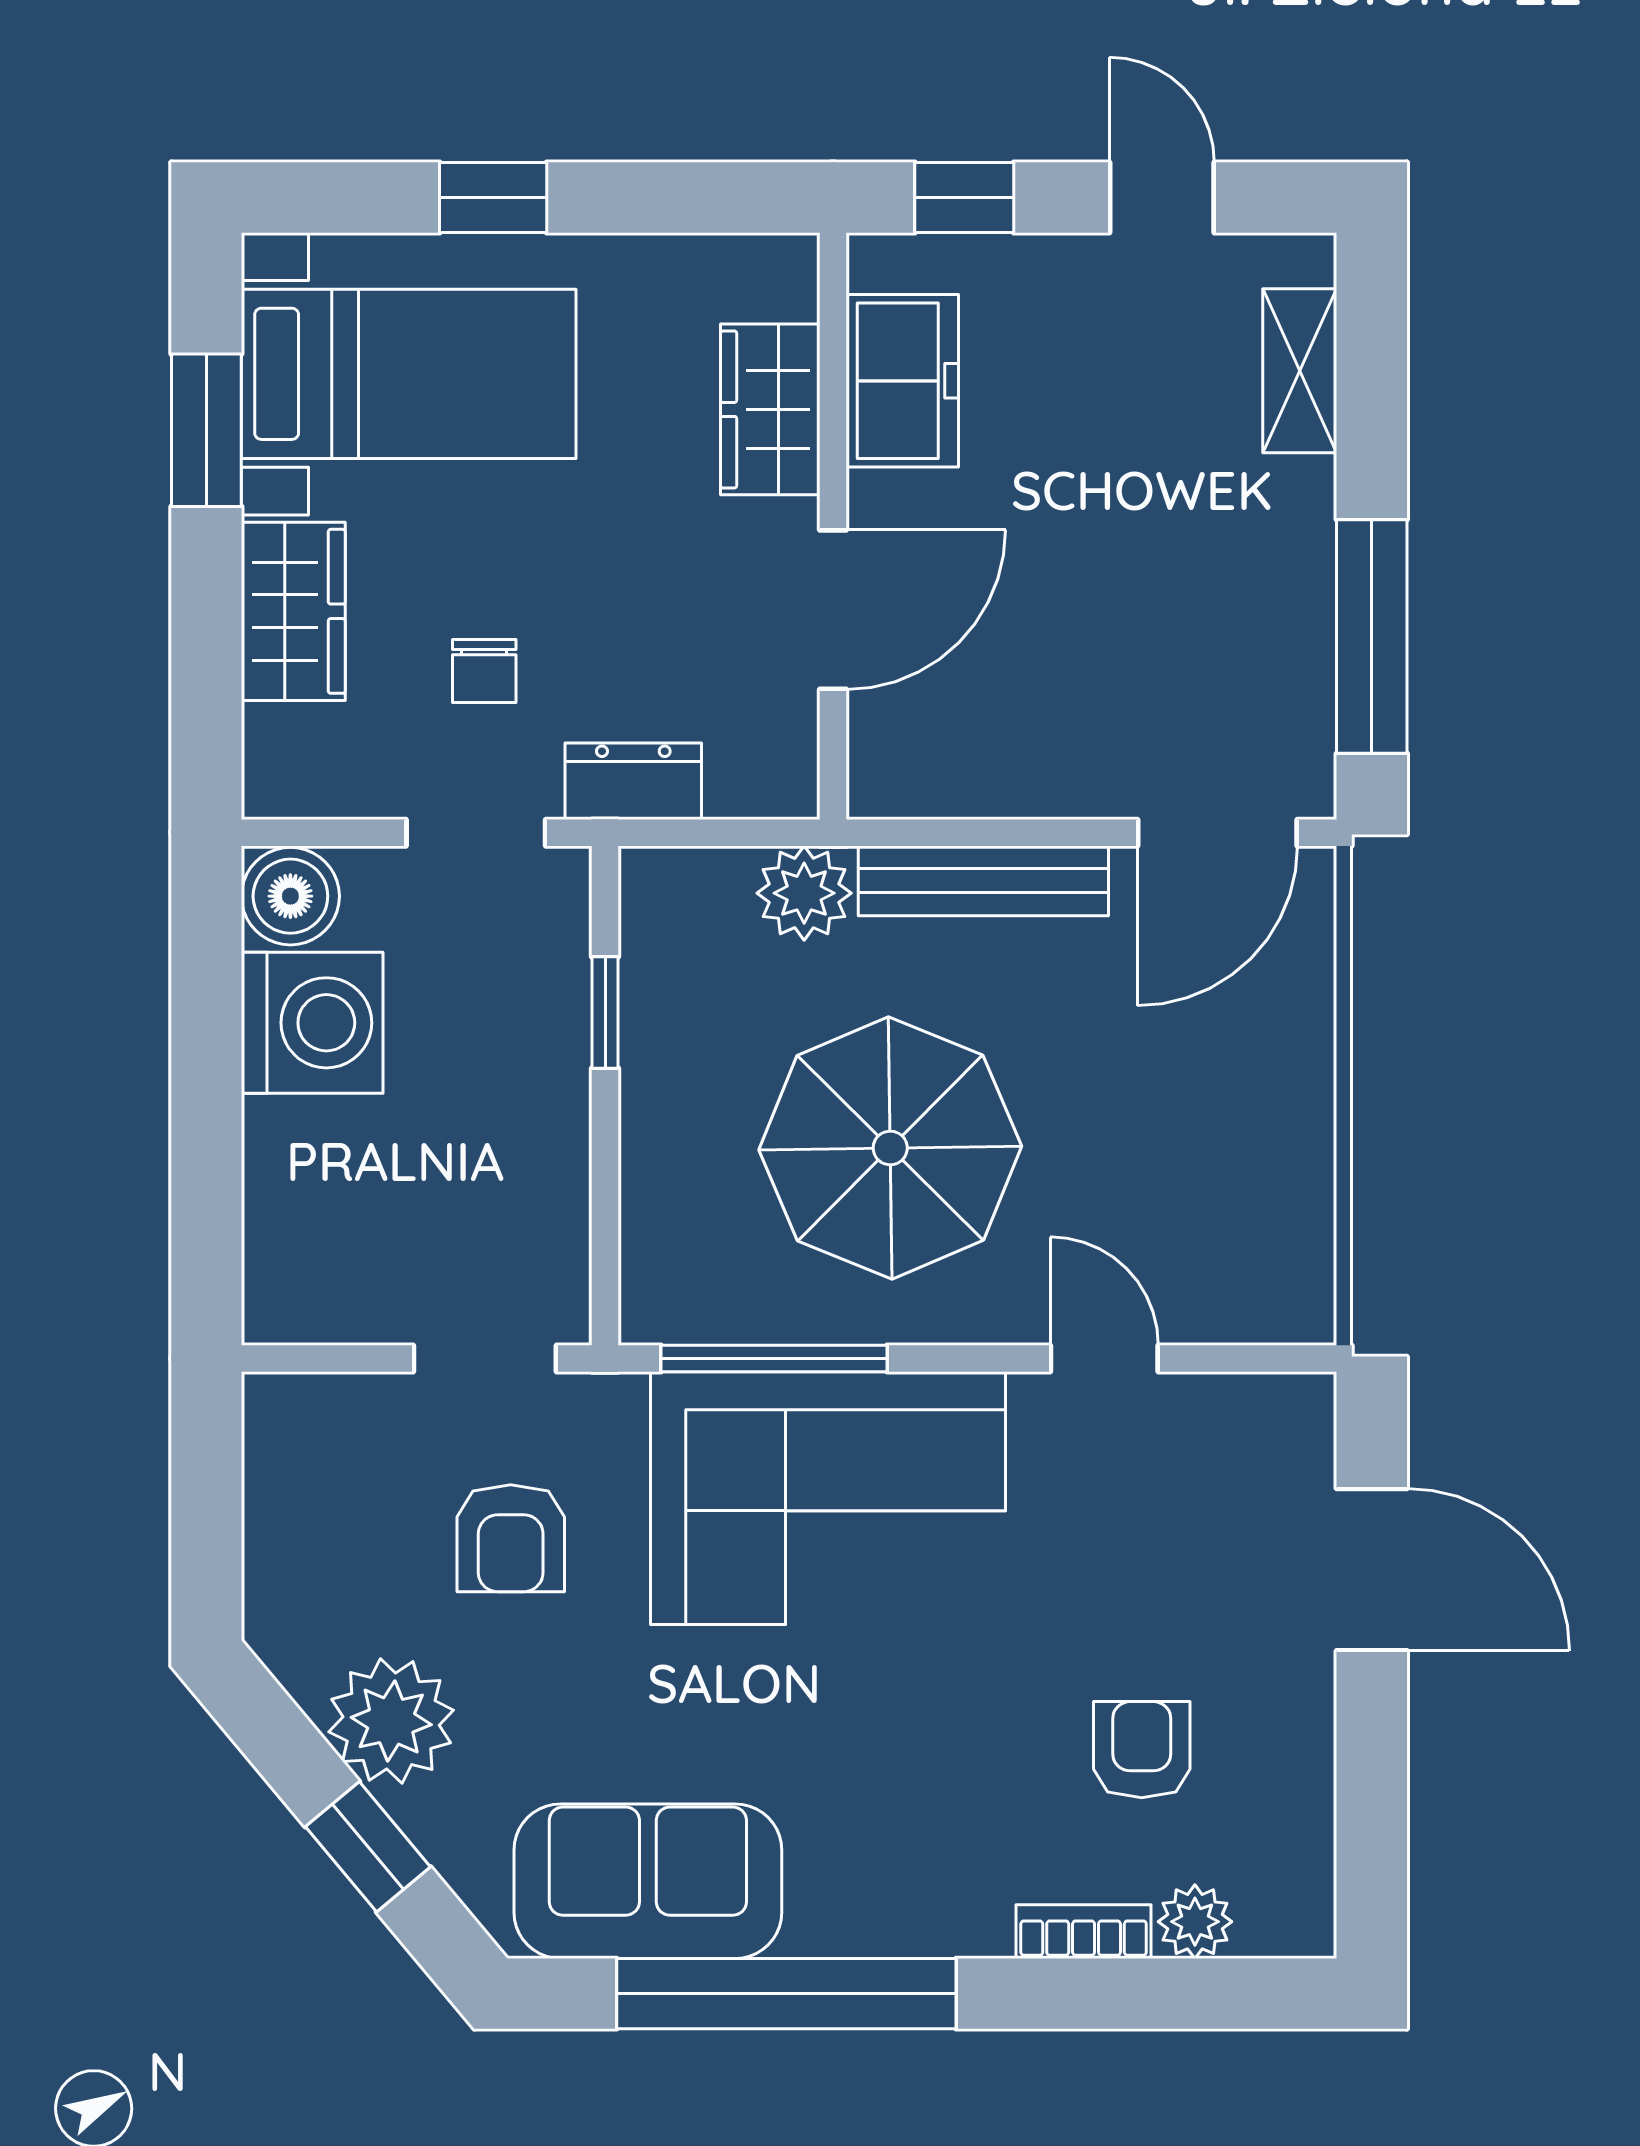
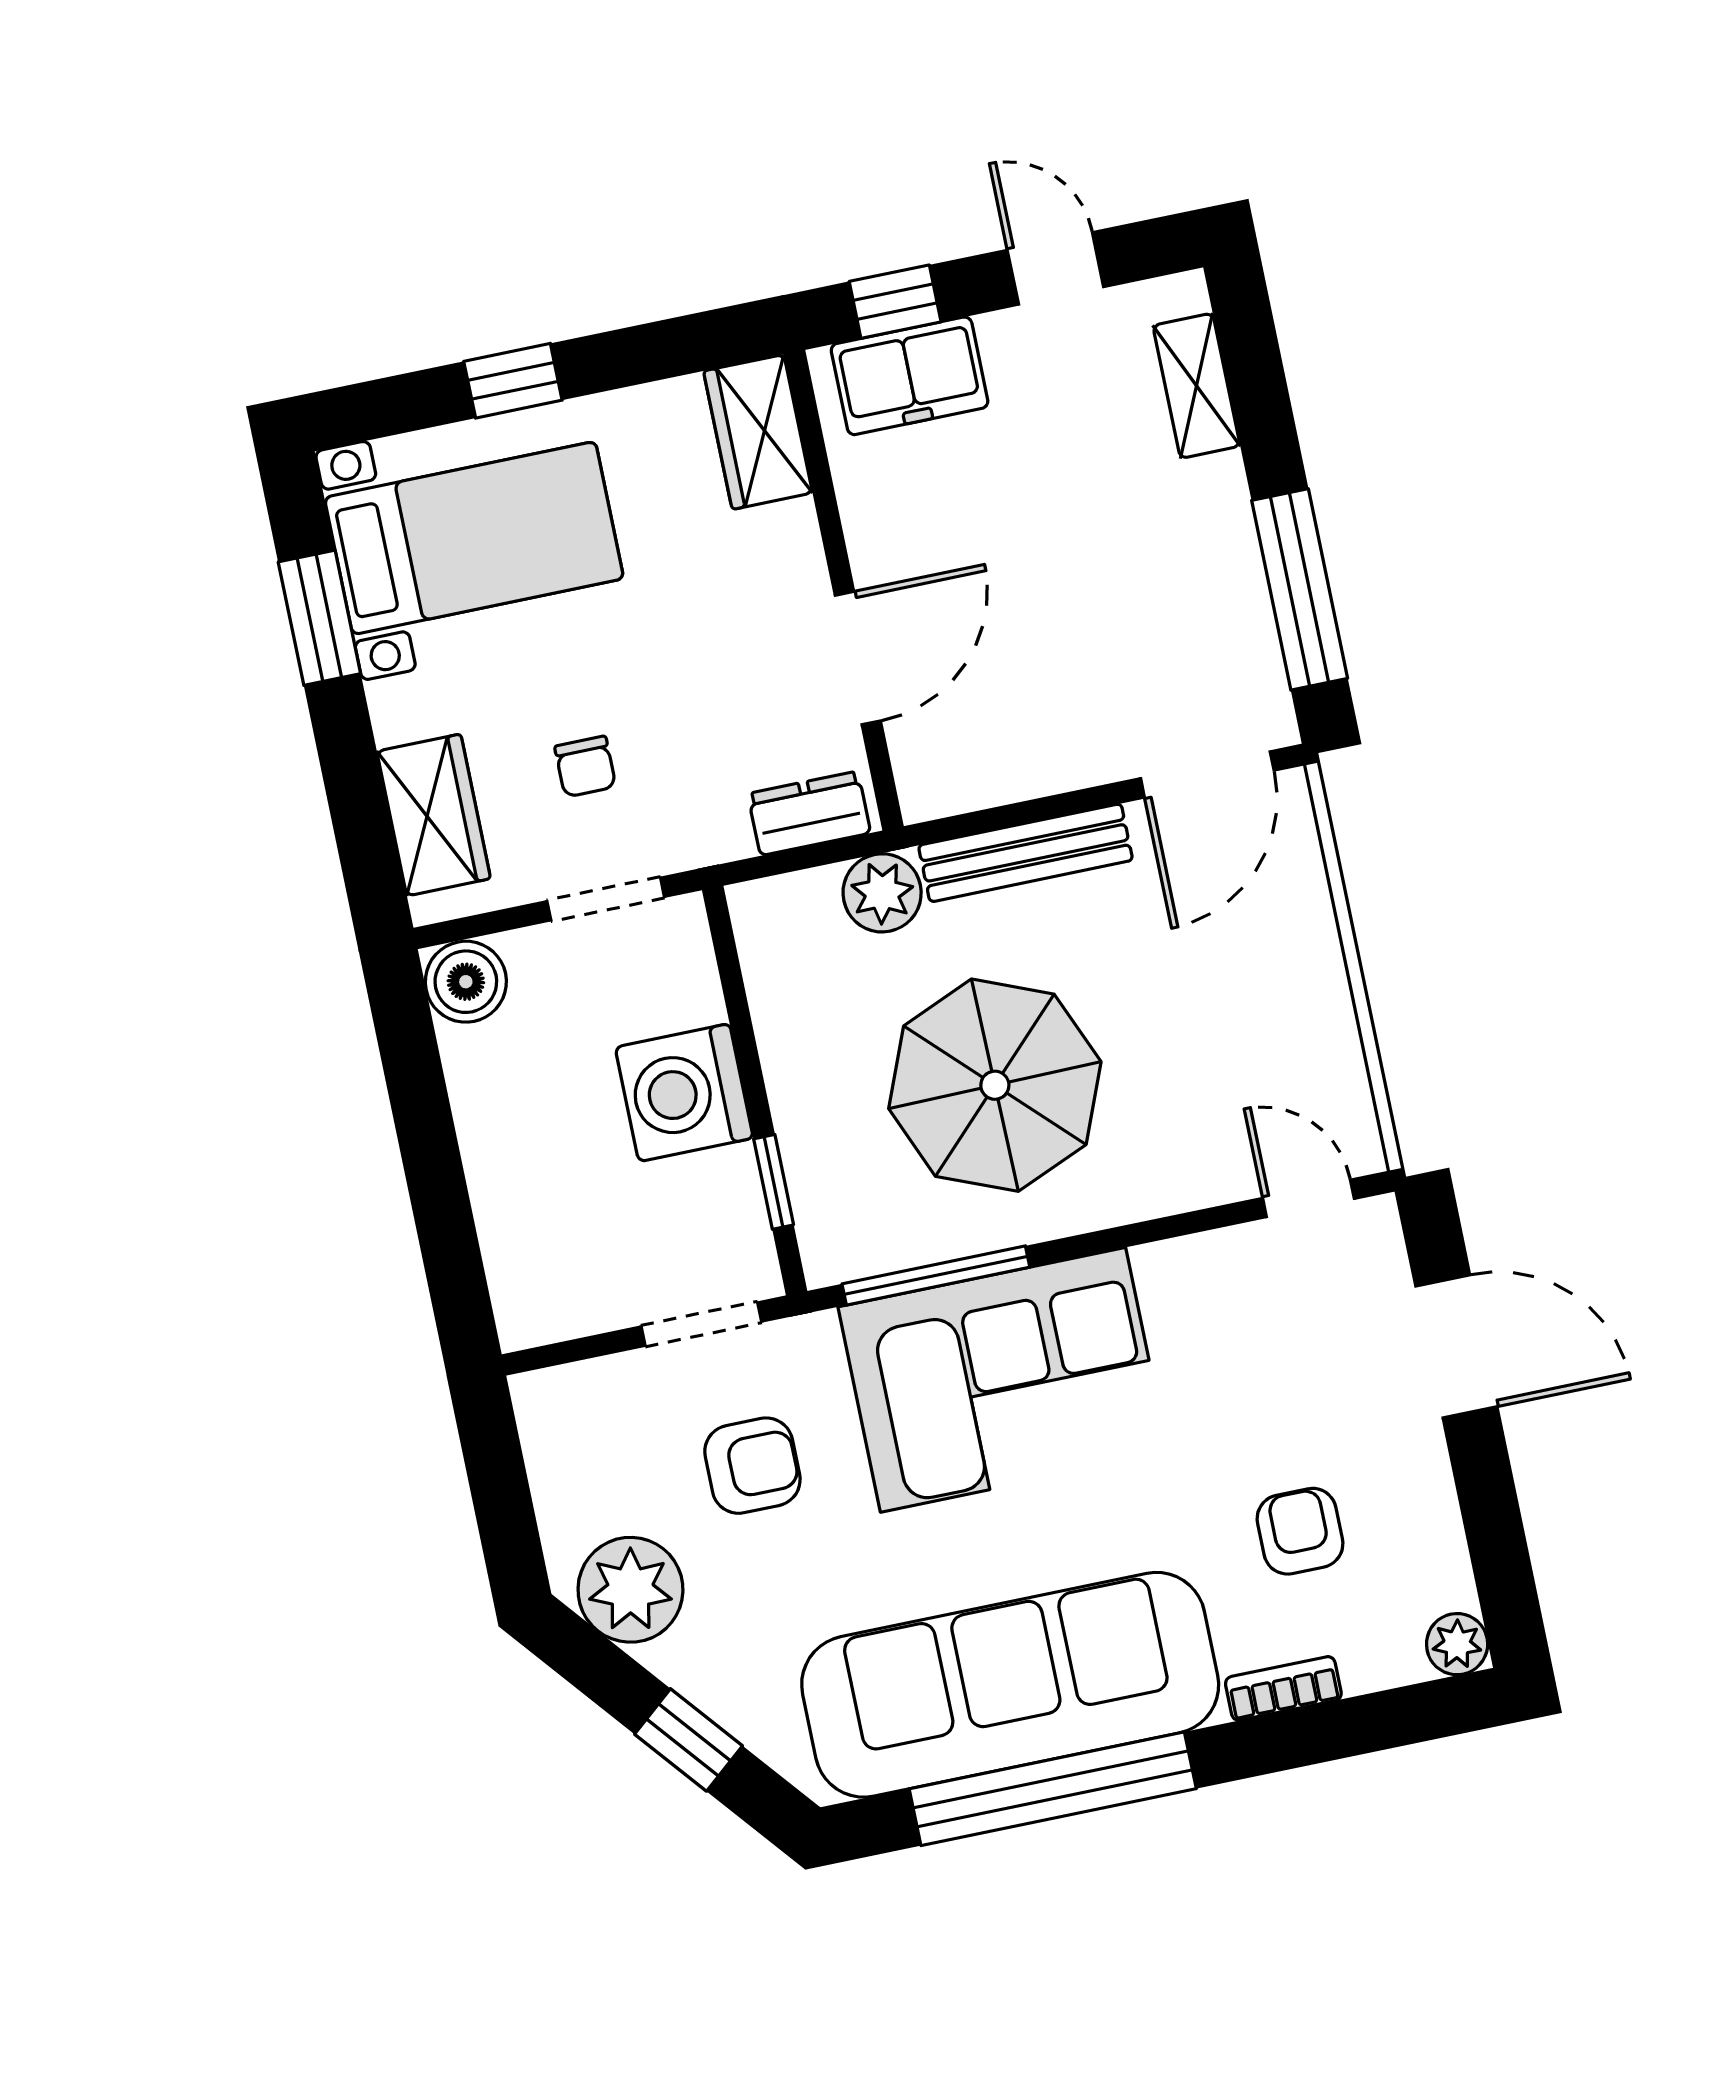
freezer: (902, 381) -> (910, 376), moved, turned 90
wardrobe: (770, 409) -> (758, 432), moved
wardrobe: (293, 611) -> (434, 815), moved
dresser: (633, 781) -> (809, 813), moved
window: (605, 1012) -> (774, 1182), moved
washing machine: (312, 1023) -> (684, 1093), moved, turned 180
door: (1104, 1358) -> (1308, 1198), moved
armchair: (511, 1538) -> (752, 1466), turned -90
plant: (391, 1721) -> (630, 1590), moved
sofa: (648, 1881) -> (1010, 1685), width x1.85, depth x1.27
plant: (1195, 1922) -> (1457, 1644), moved

